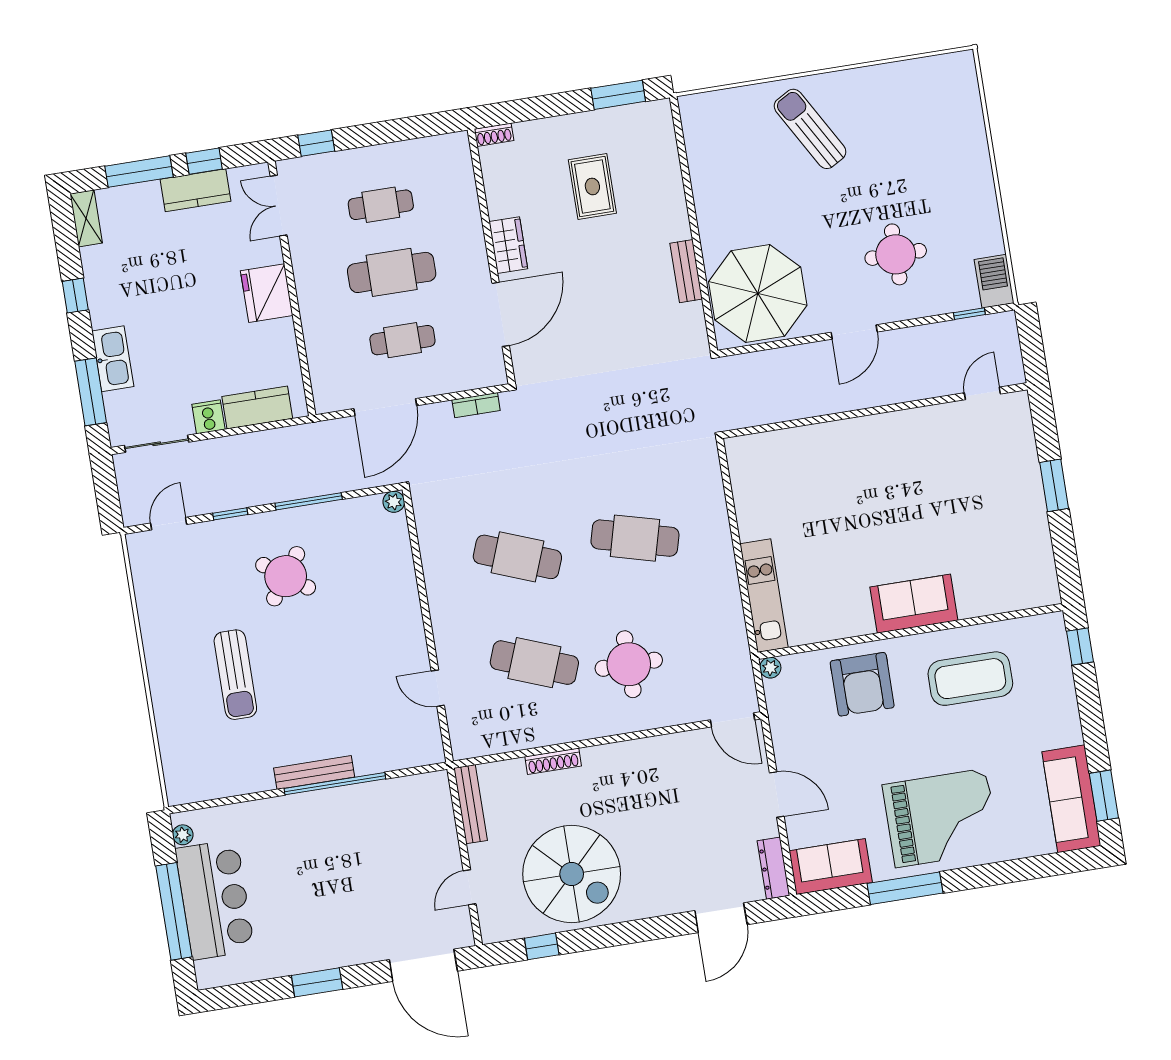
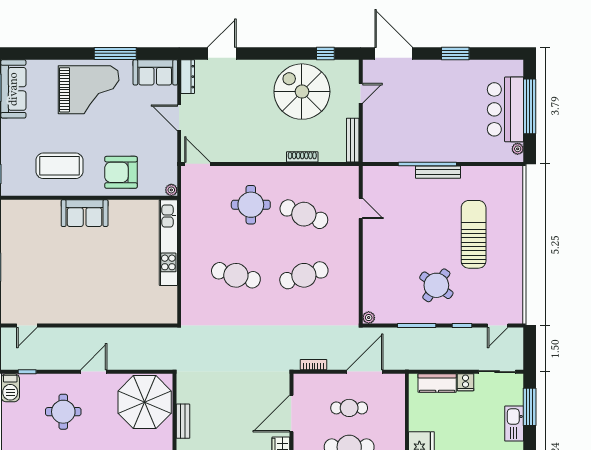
cafe table: (517, 557) -> (304, 275), turned -39
kitchen unit: (764, 596) -> (168, 243), width x1.36
sun lounger: (235, 675) -> (474, 234), width x1.36, depth x1.34
armchair: (862, 684) -> (121, 172), turned -90
grand piano: (941, 818) -> (89, 90), turned 180

